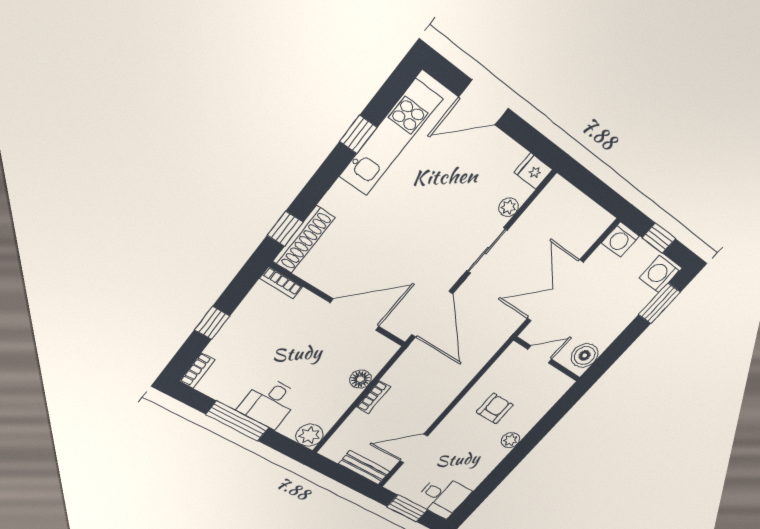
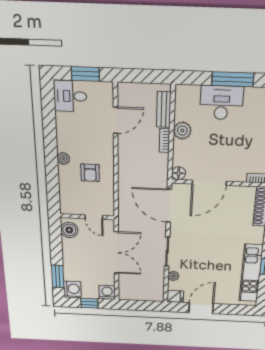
door: (484, 103) -> (201, 308), moved
door: (540, 354) -> (94, 217), hinge flipped
floor lamp: (360, 379) -> (179, 173), moved
desk: (270, 403) -> (221, 103), width x1.37
plant: (309, 435) -> (182, 131), moved
bench: (364, 468) -> (164, 109), moved, turned 90

